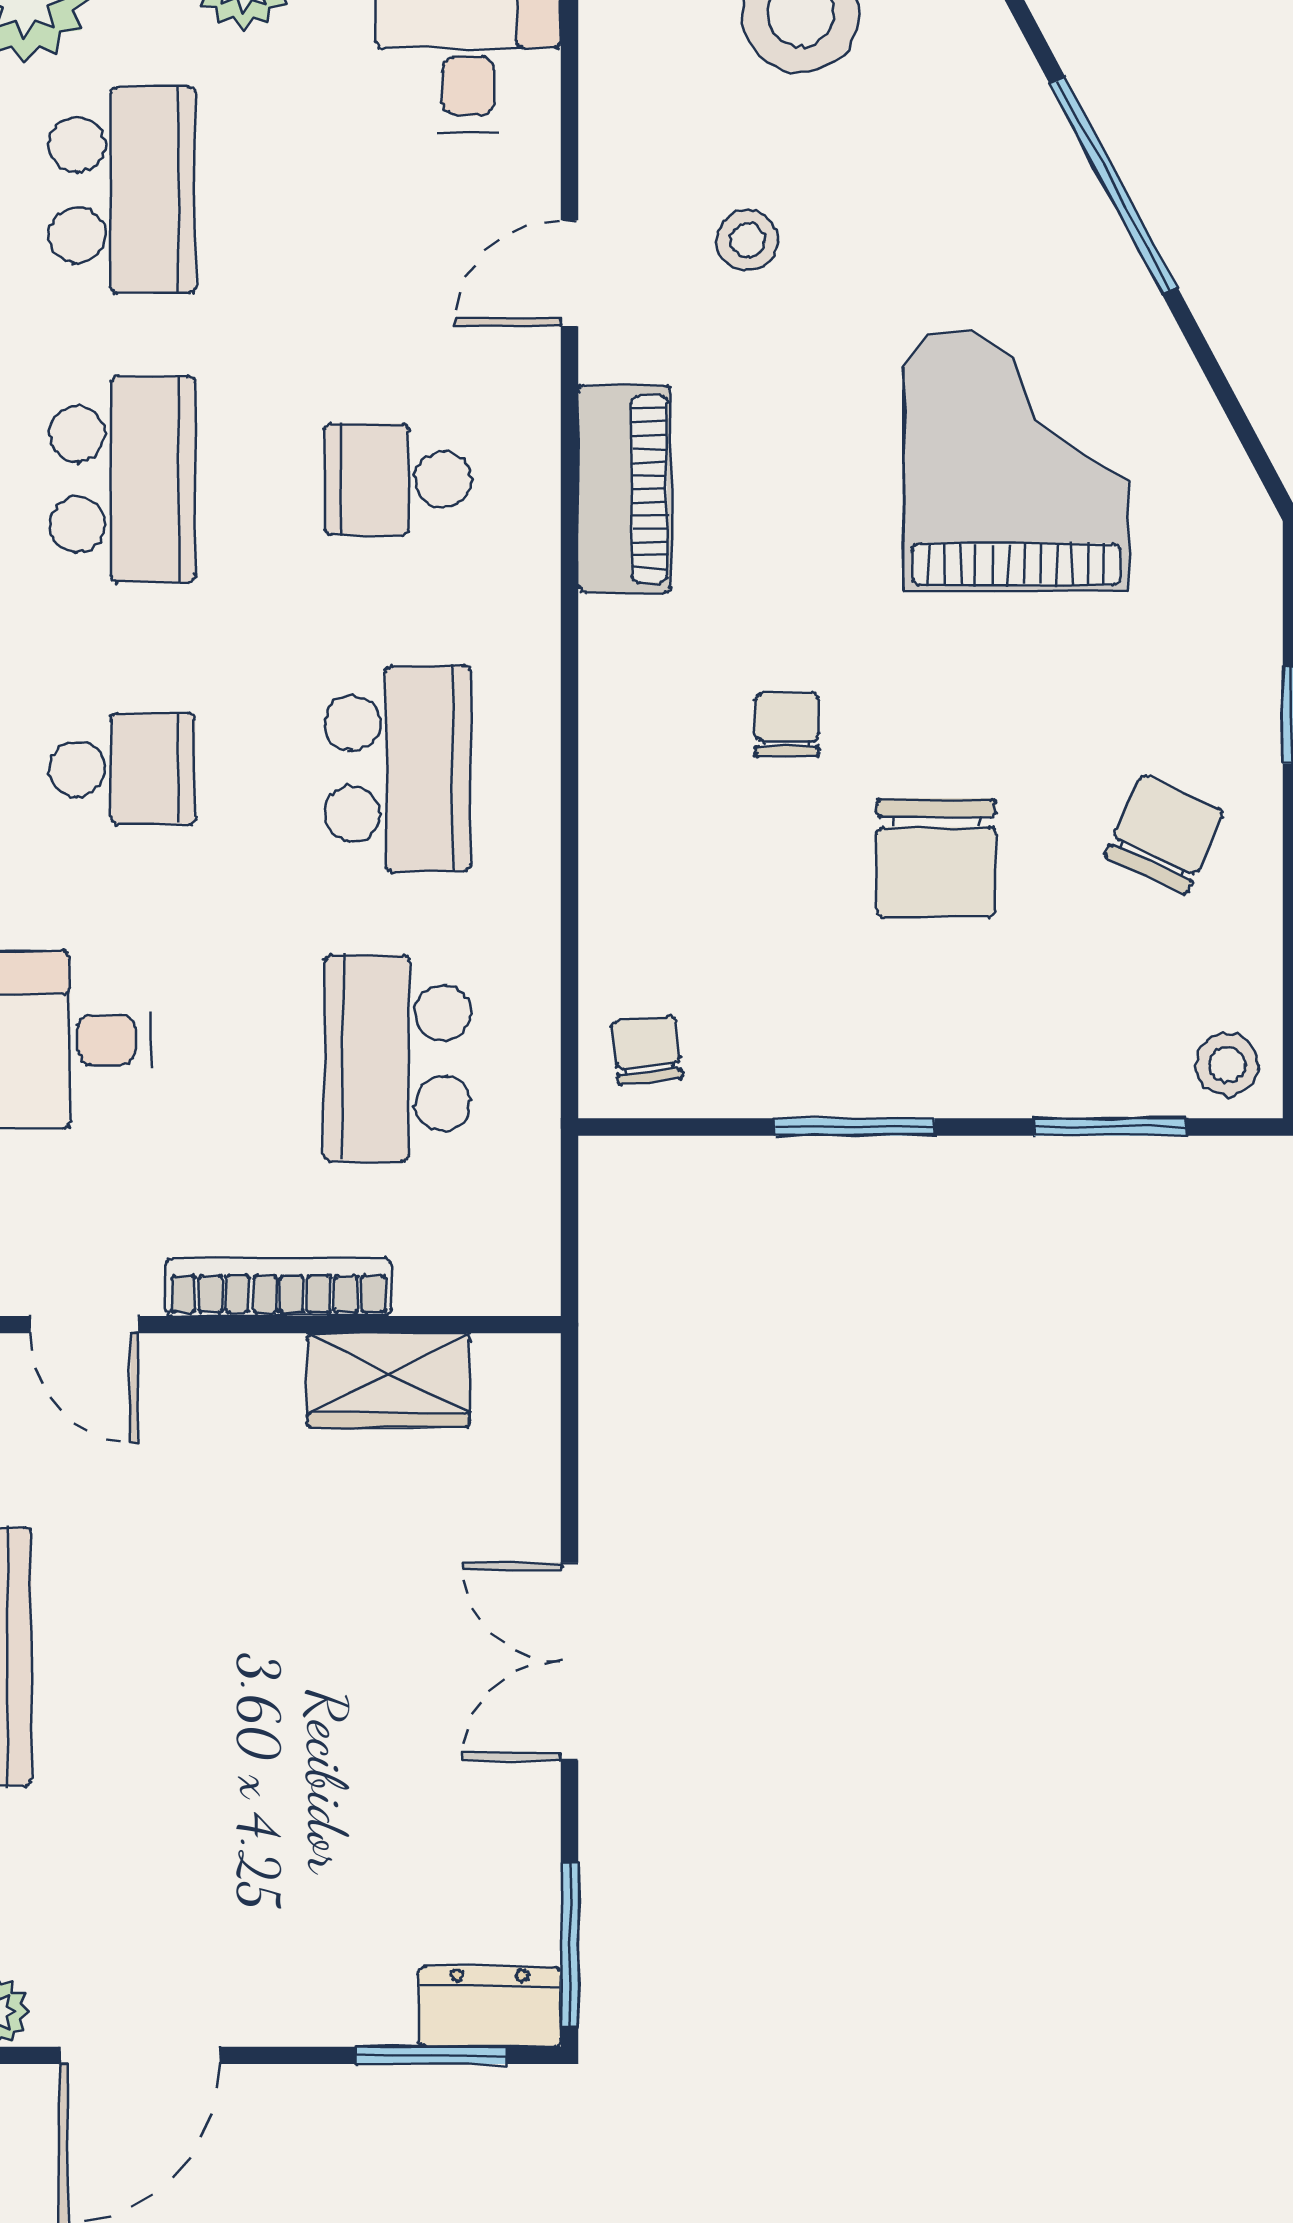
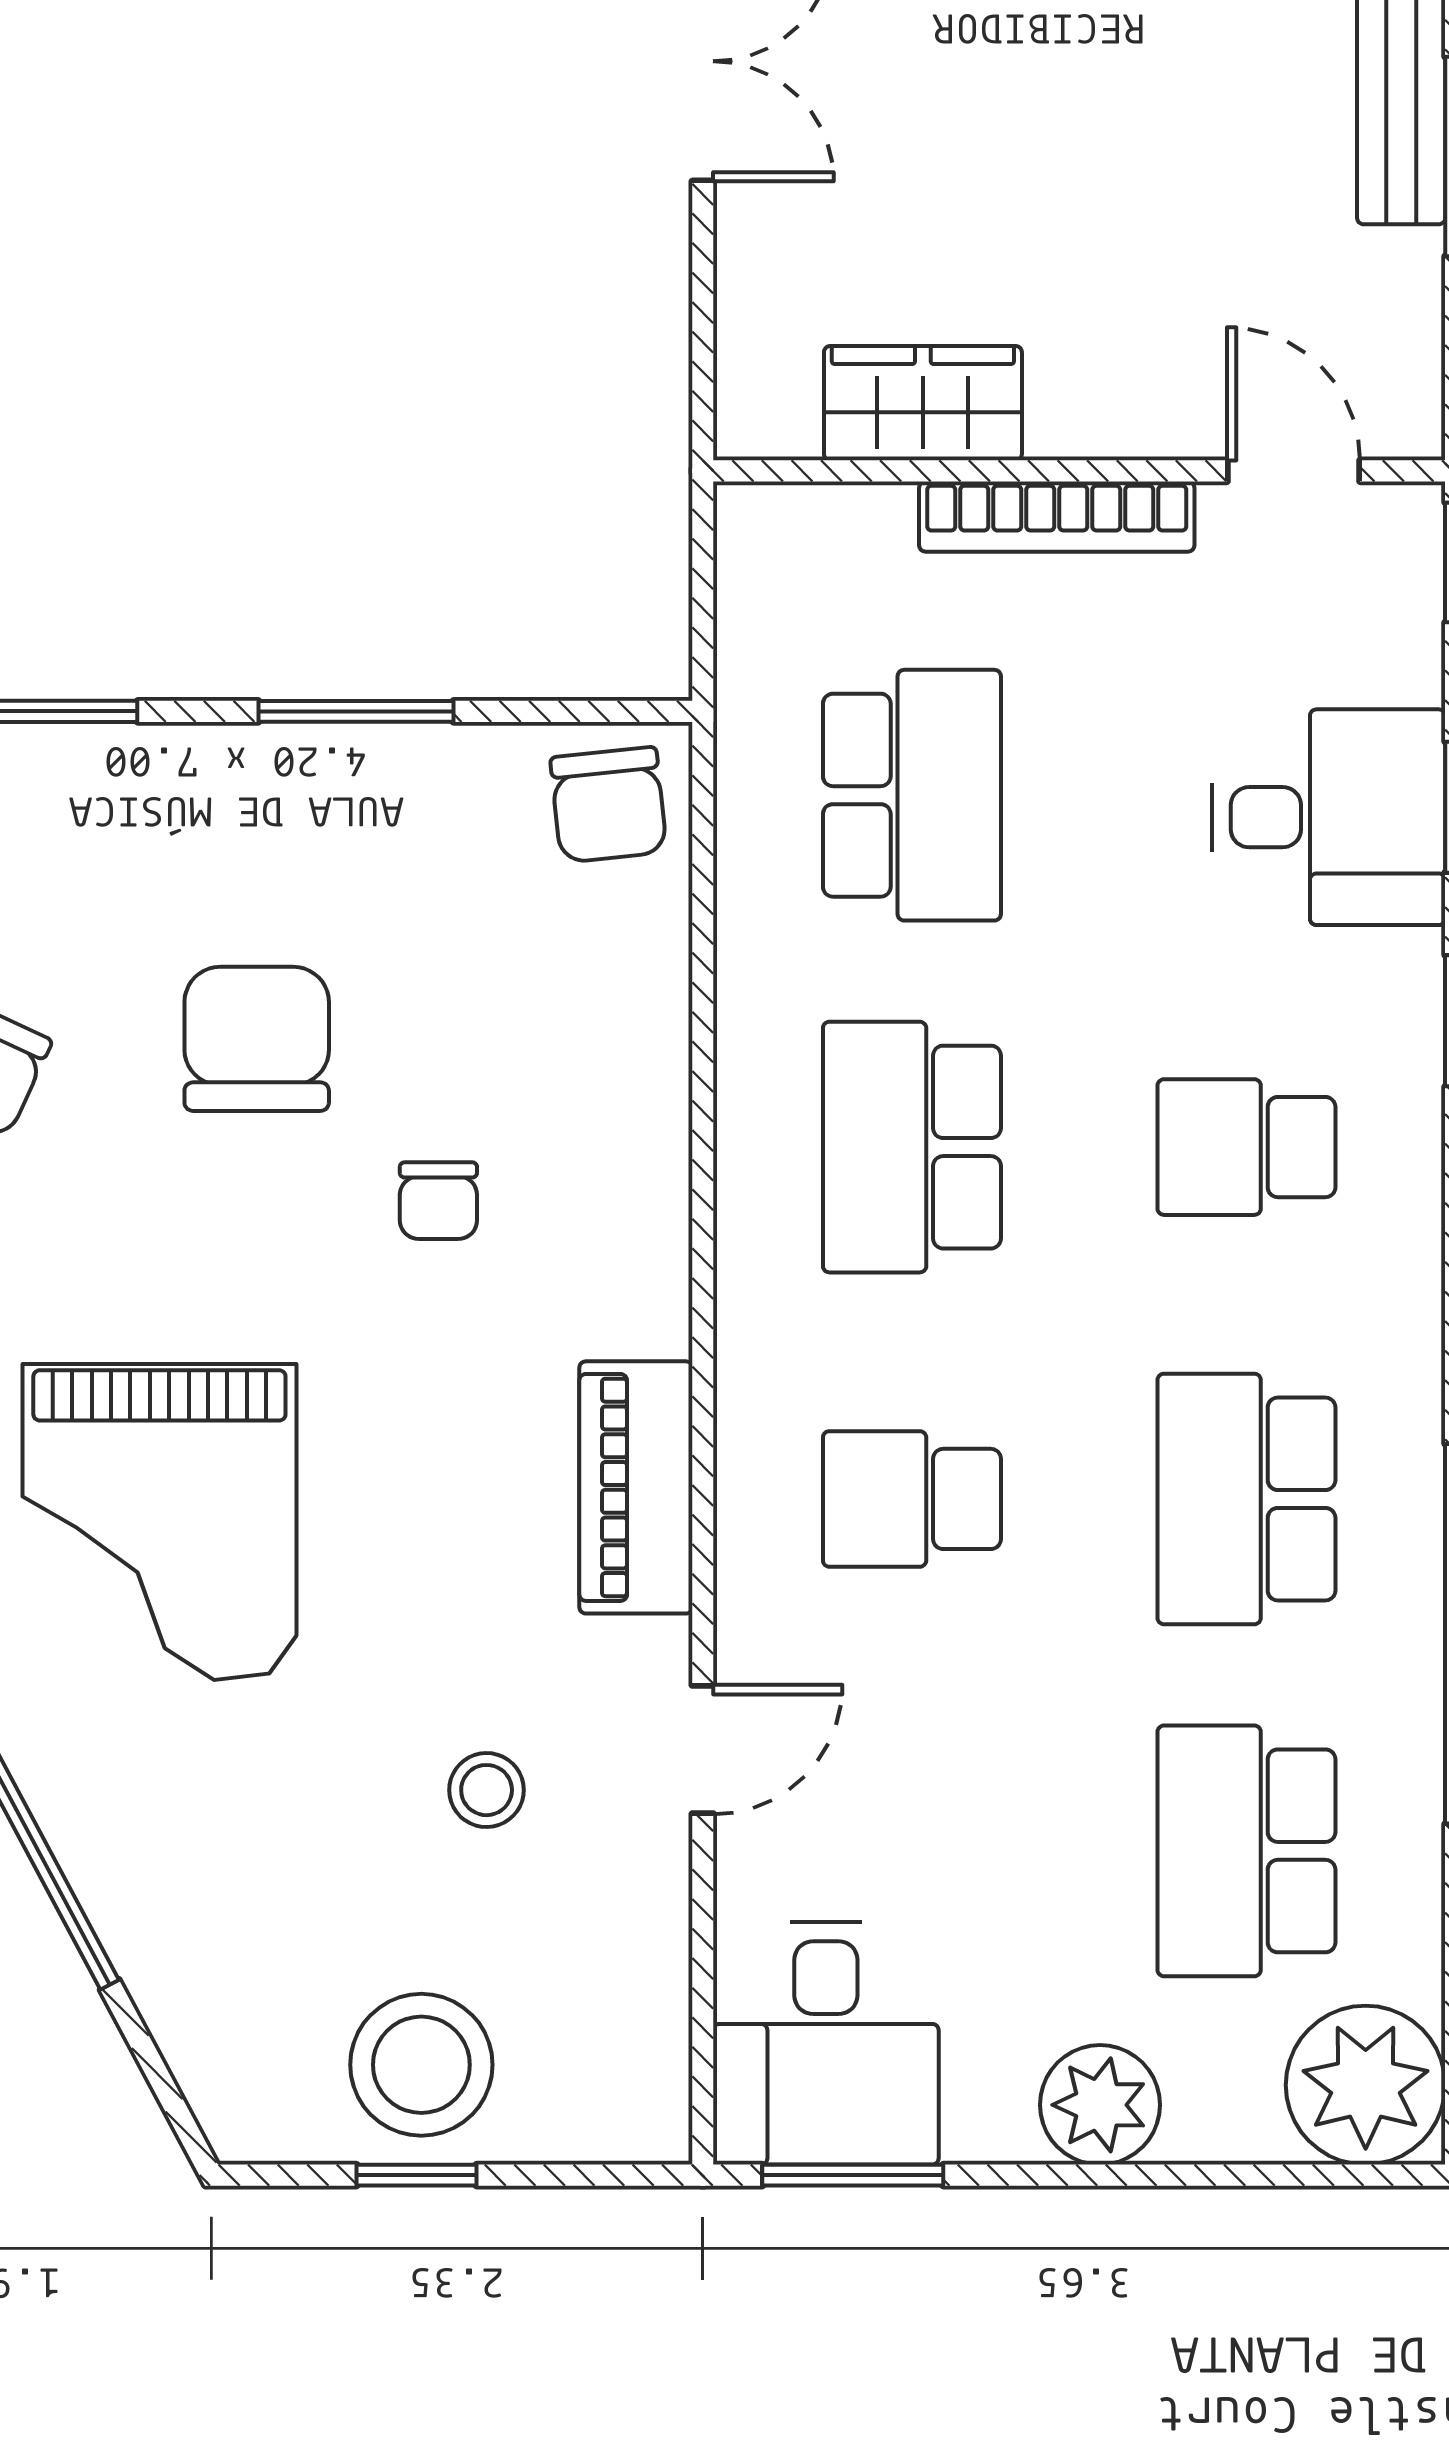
school desk: (397, 479) -> (912, 1499), turned 180
chair: (647, 1050) -> (609, 805), width x1.37, depth x1.37

